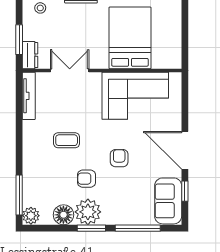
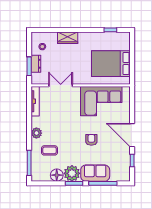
bed: (130, 38) -> (111, 64), moved, turned -90
dresser: (30, 55) -> (36, 64), moved
coffee table: (67, 140) -> (50, 150), moved
armchair: (86, 179) -> (71, 153), removed
sofa: (168, 201) -> (95, 173), moved, turned 90
plant: (31, 216) -> (36, 133), moved

